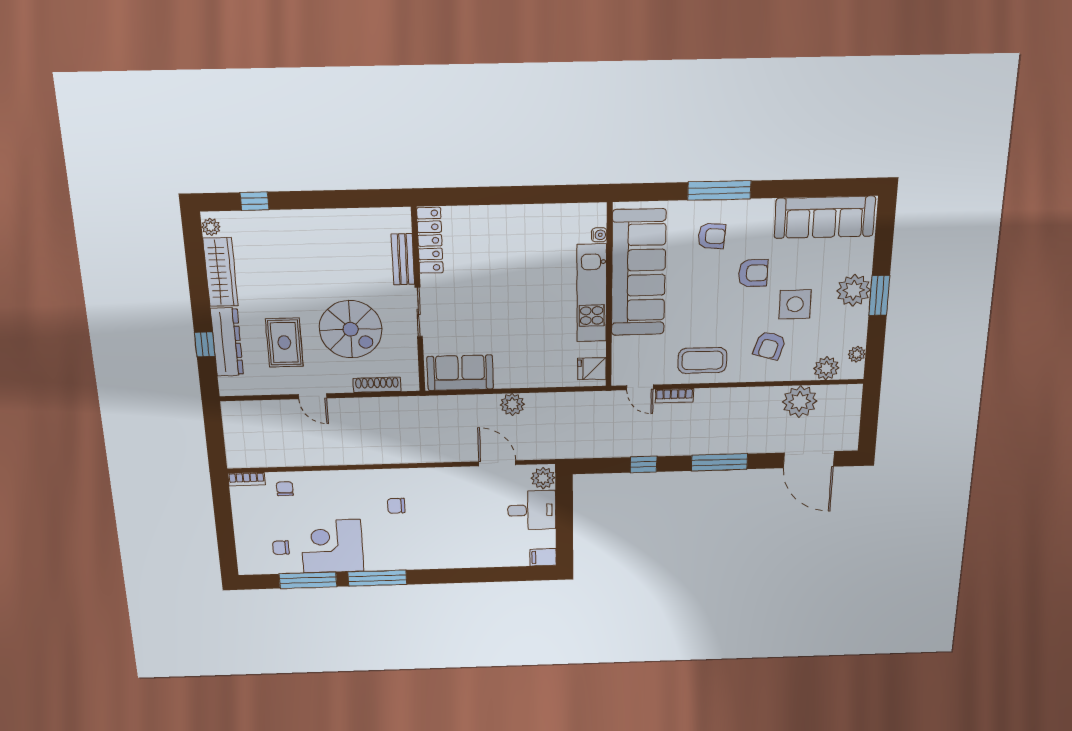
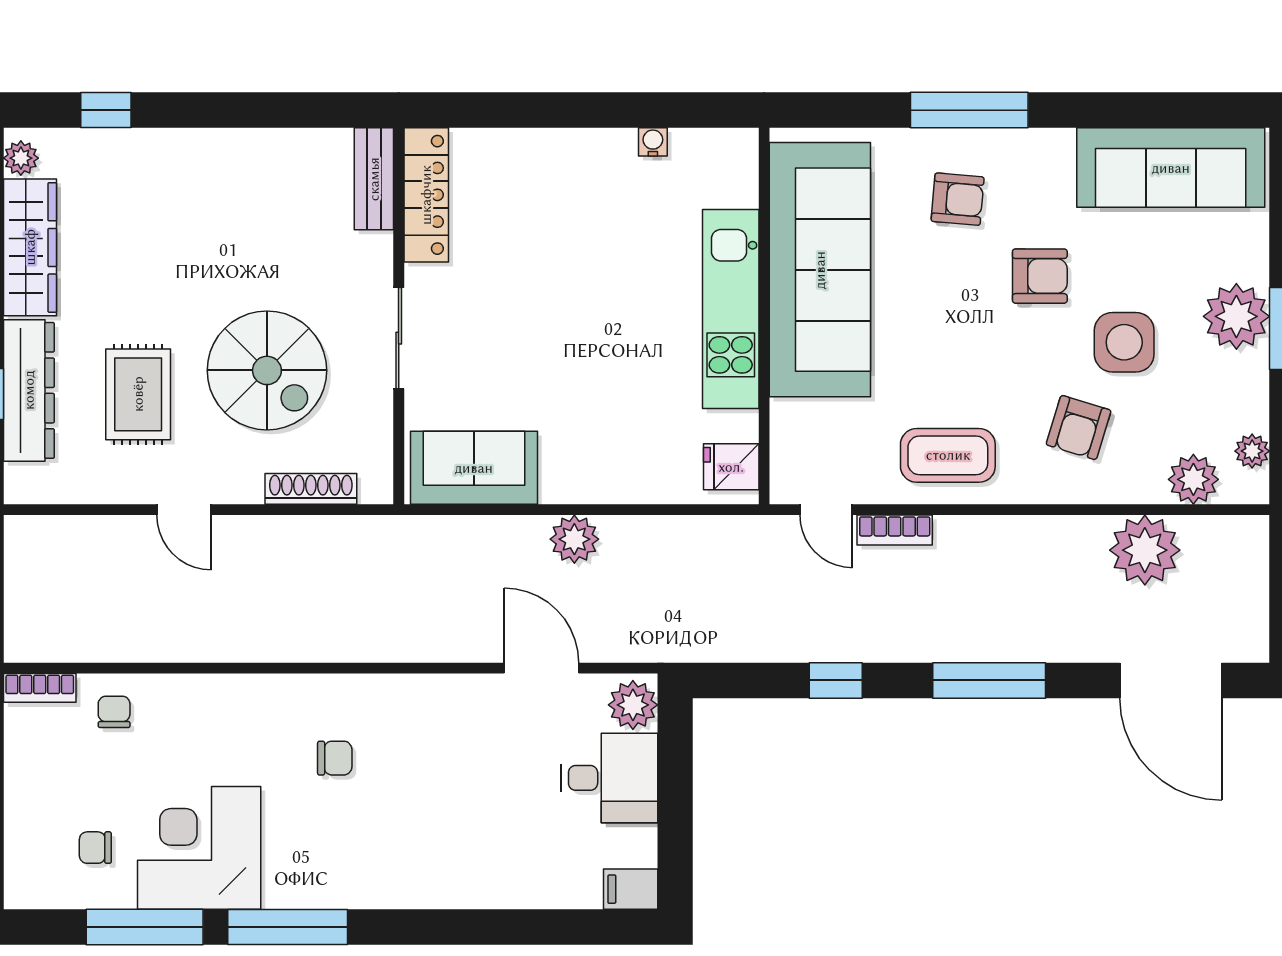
water cooler: (599, 235) -> (653, 142), moved, turned -90
bench: (403, 259) -> (374, 179), moved
chair: (396, 506) -> (335, 758), turned 180

